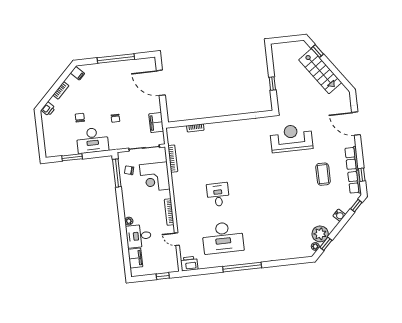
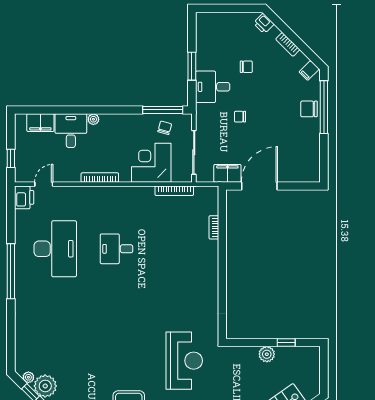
window: (116, 58) -> (324, 107), moved
chair: (105, 70) -> (309, 109), added
plant: (280, 81) -> (267, 354), added
door: (161, 83) -> (259, 186), moved
window: (272, 83) -> (286, 343), moved
desk: (92, 140) -> (213, 87), width x0.73
window: (72, 157) -> (192, 66), moved
desk: (218, 195) -> (117, 249), turned 180
desk: (223, 238) -> (55, 249), turned 180
door: (177, 239) -> (44, 184), moved

